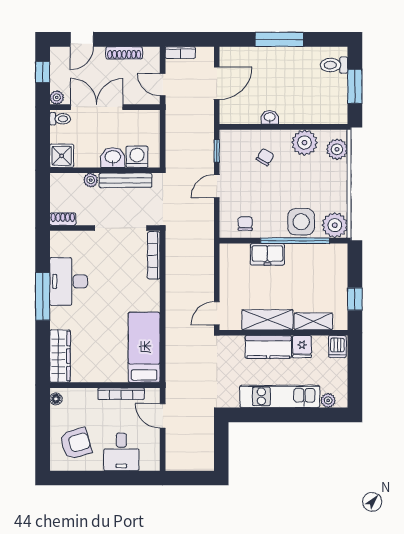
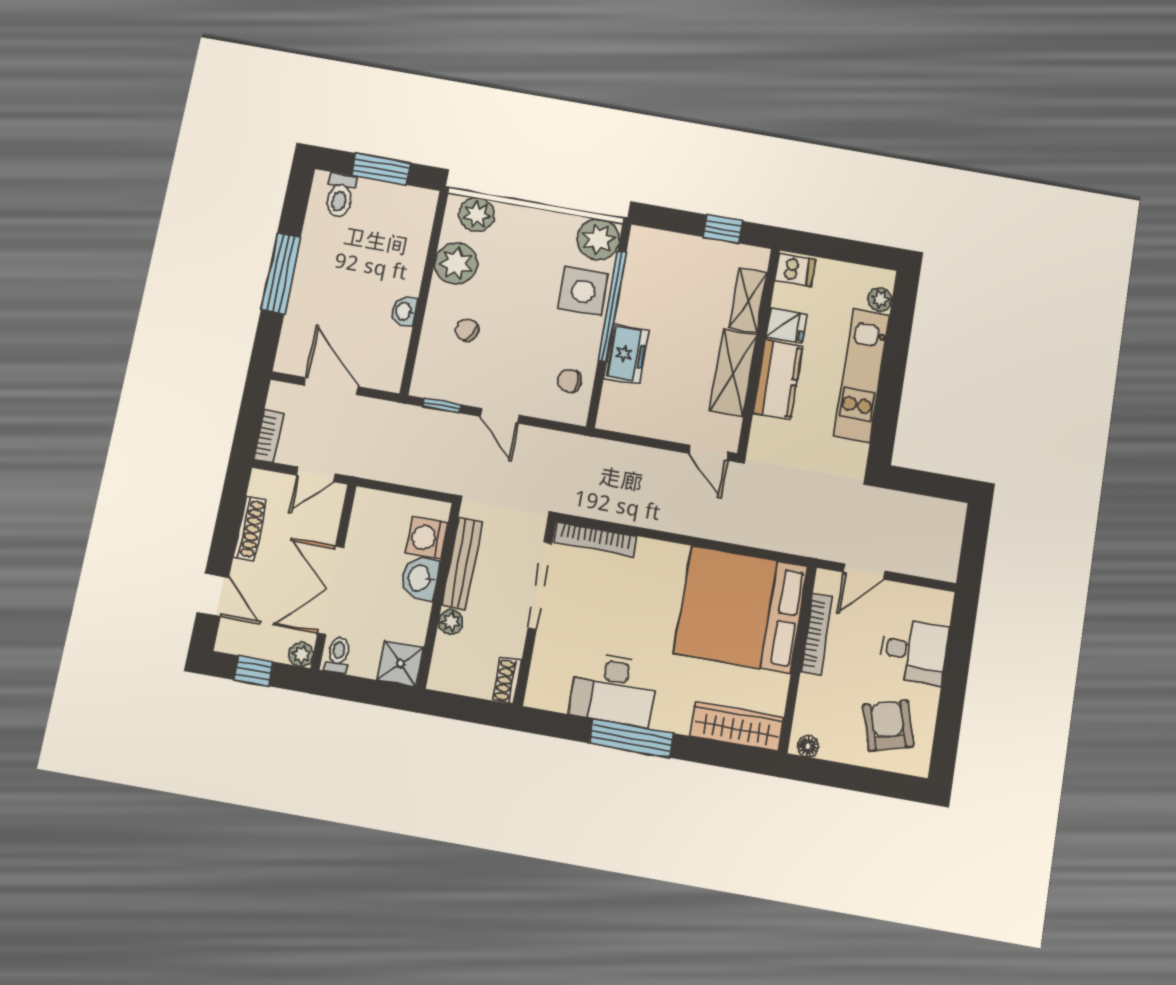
bed: (144, 347) -> (741, 610), width x2.04

